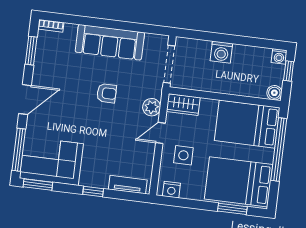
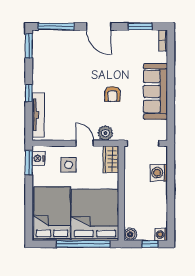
washing machine: (221, 52) -> (159, 173), moved
bed: (247, 124) -> (95, 215), width x1.36
corner sofa: (51, 161) -> (50, 55), removed
tv unit: (128, 185) -> (38, 115), width x1.41
window: (232, 209) -> (29, 163), moved

